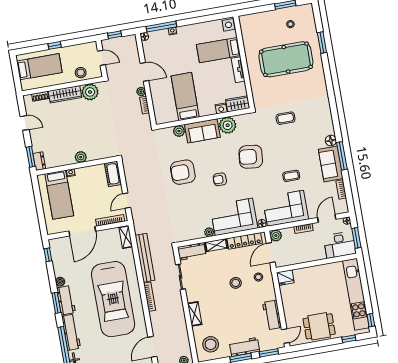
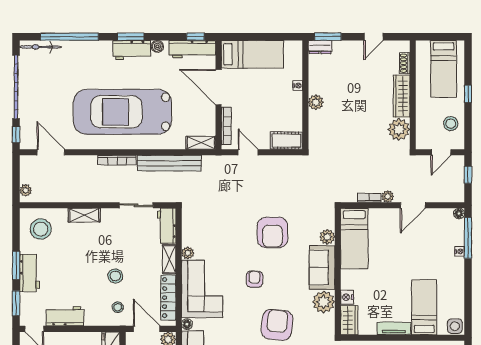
stool: (81, 73) -> (451, 124), moved
bed: (185, 96) -> (354, 239), moved, turned 90
armchair: (183, 172) -> (272, 232), turned 180
bed: (59, 195) -> (252, 54), moved, turned 180
workbench: (71, 332) -> (192, 49), moved

